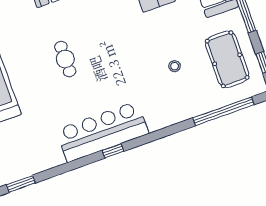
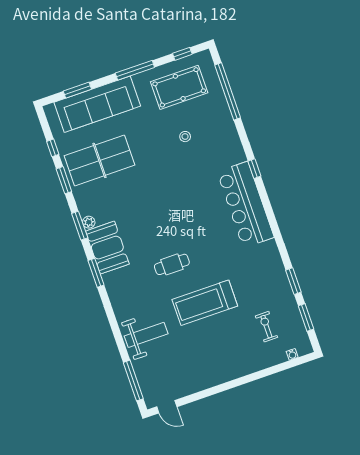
cafe table: (65, 59) -> (172, 264), moved
window: (113, 151) -> (254, 169), moved

